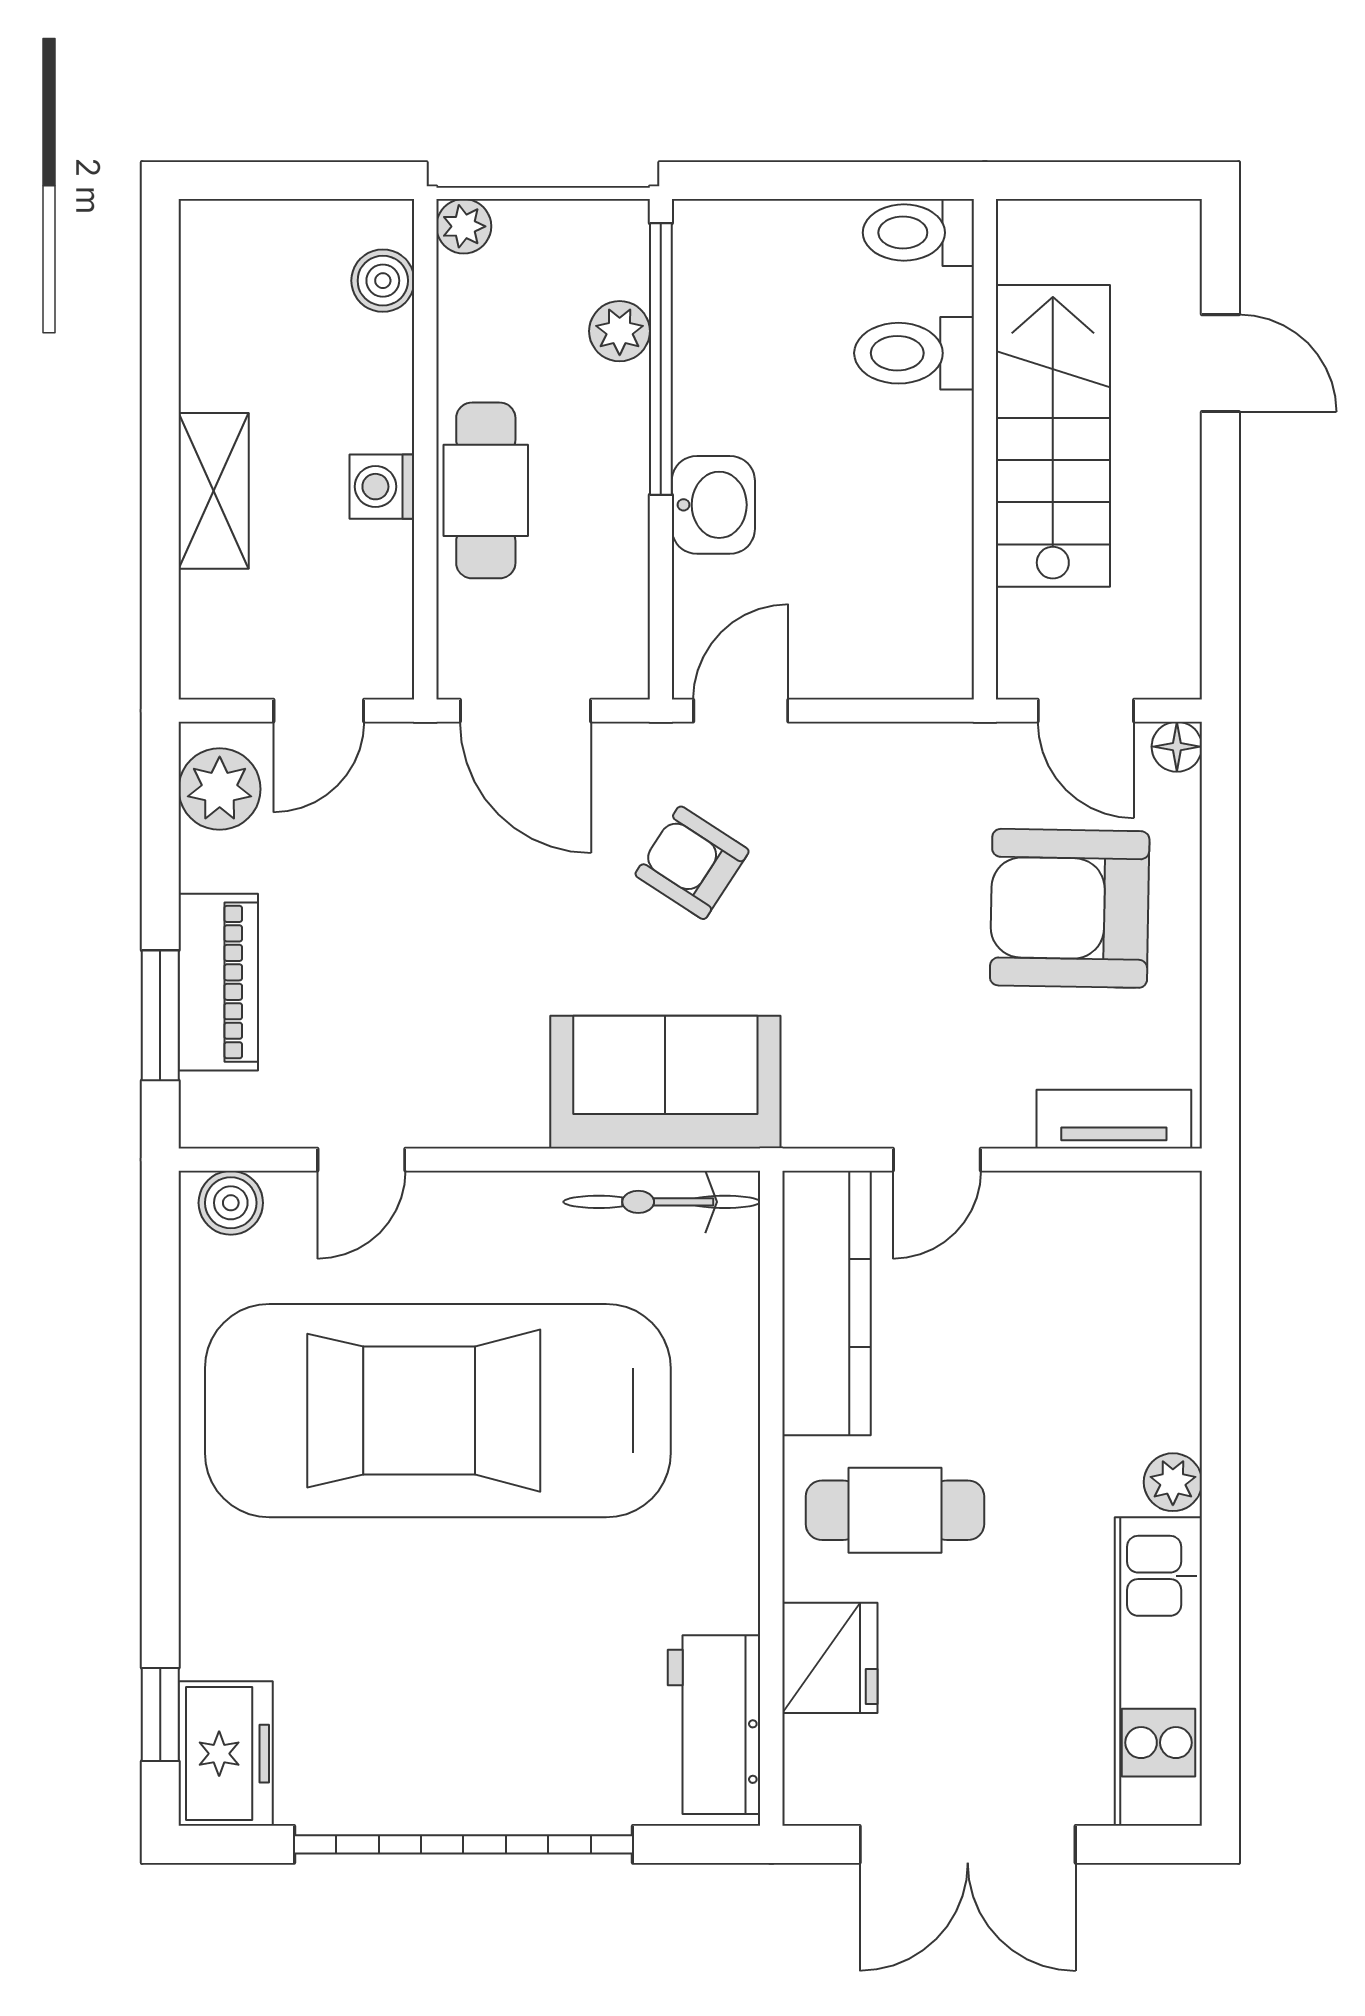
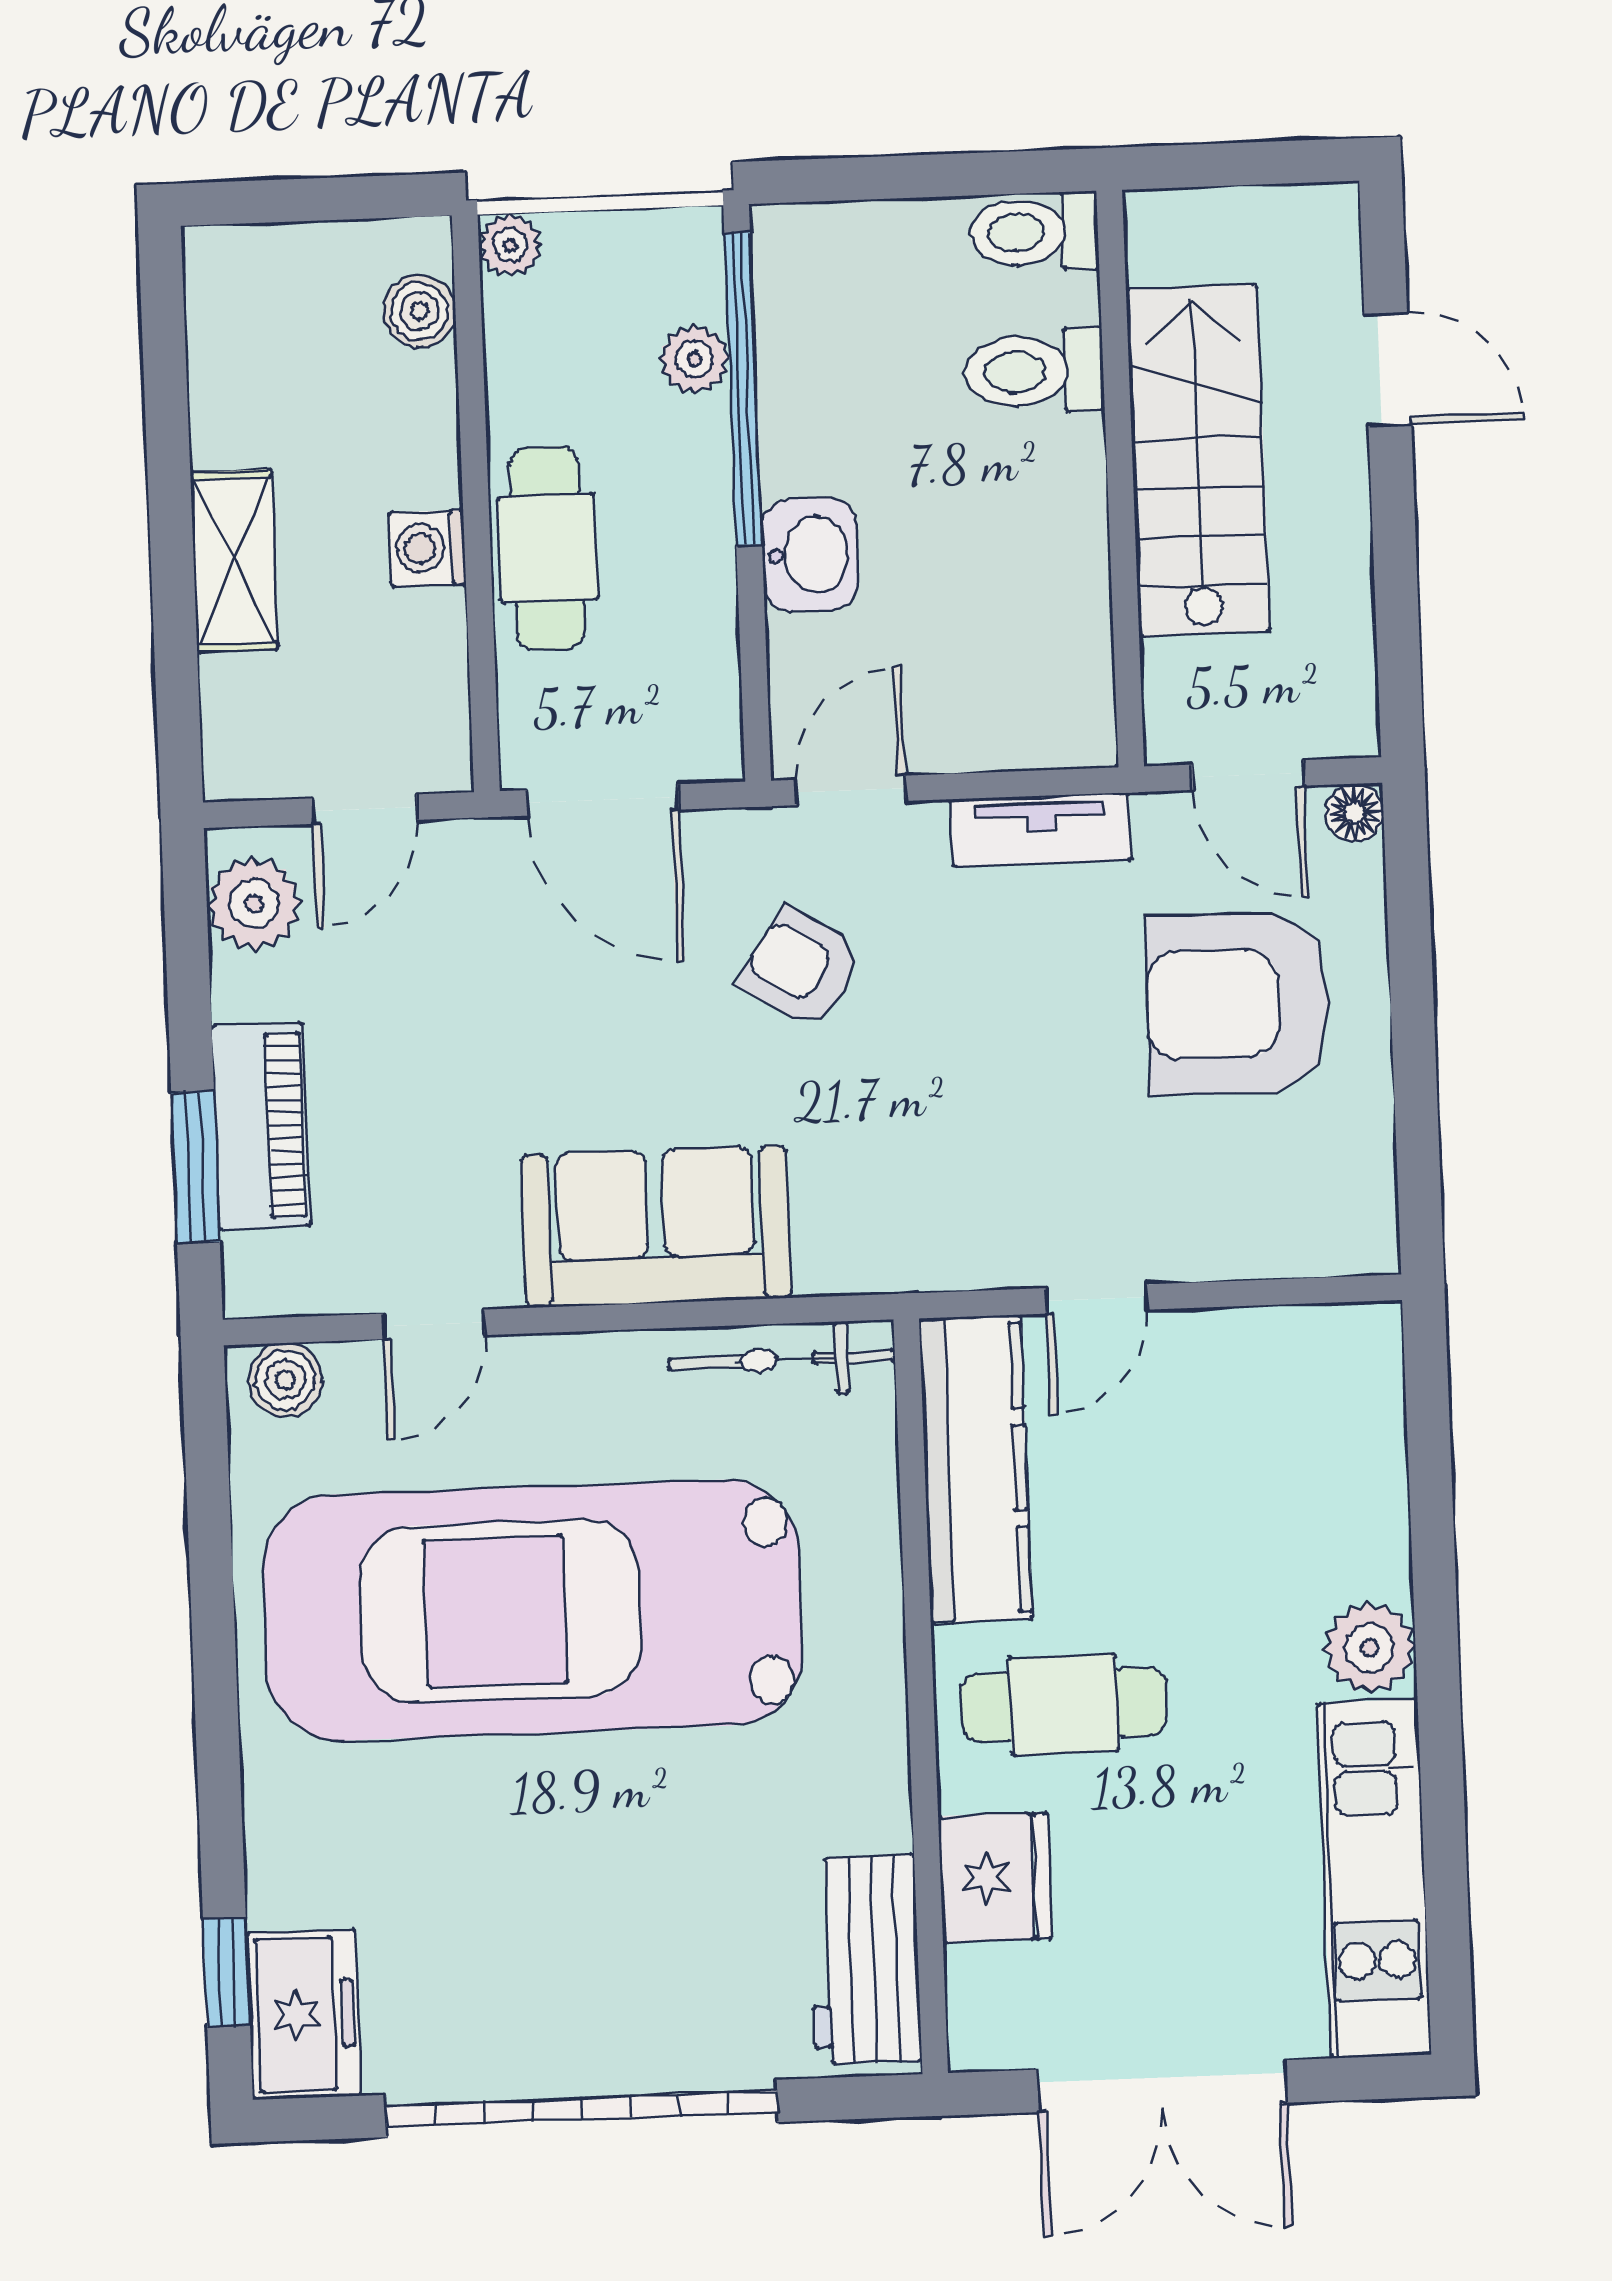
sofa: (665, 1082) -> (656, 1226), moved
tv unit: (1114, 1119) -> (1041, 830), moved, turned 180
plant: (1173, 1482) -> (1370, 1648), width x1.38, depth x1.38

